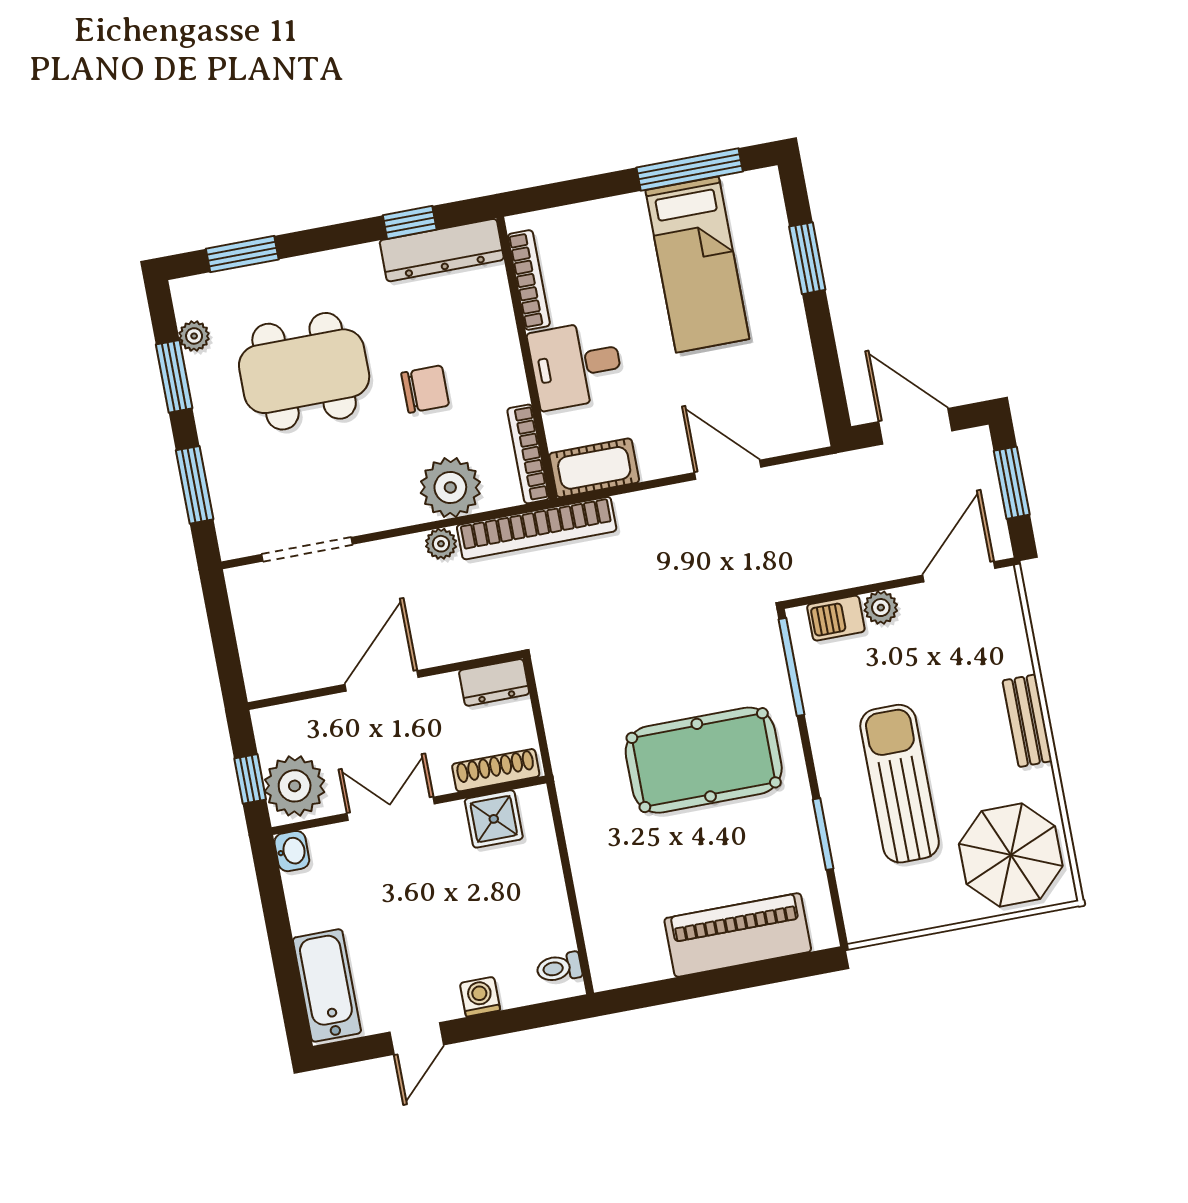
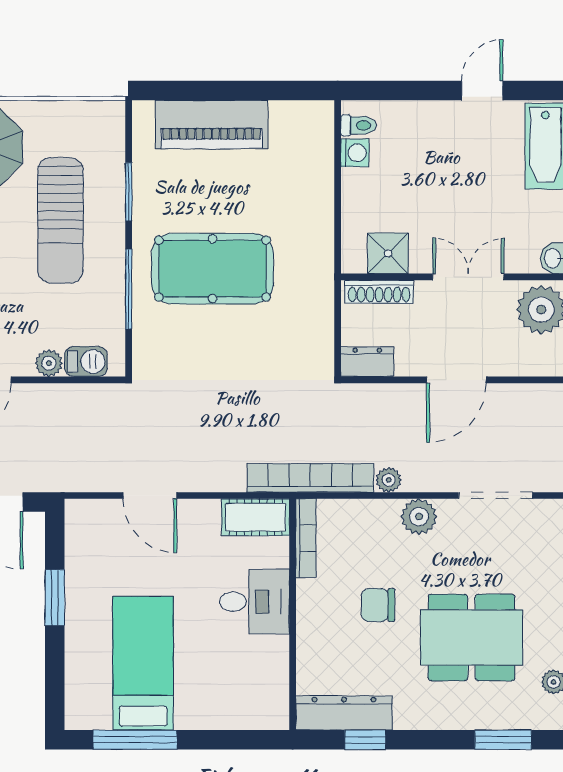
window: (807, 258) -> (55, 598), moved
bookcase: (529, 280) -> (279, 676), removed
plant: (450, 487) -> (419, 517), moved, width x0.73, depth x0.73
window: (792, 667) -> (129, 289), moved
double door: (391, 809) -> (468, 277), swing flipped
washing machine: (480, 997) -> (355, 153), moved, turned -90

